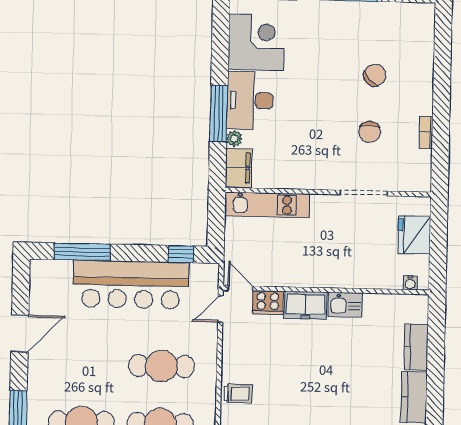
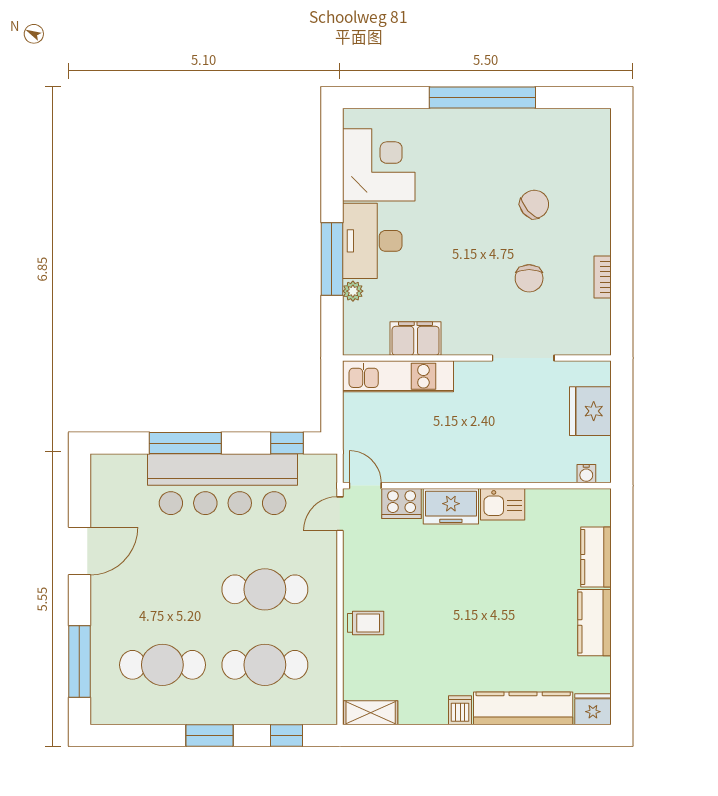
filing cabinet: (239, 168) -> (416, 338), moved, turned -90
window: (82, 252) -> (185, 443), moved

